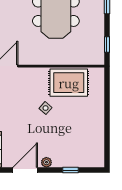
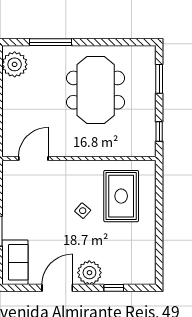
rug: (69, 83) -> (121, 196), moved, turned 90
plant: (46, 162) -> (89, 273), width x1.87, depth x1.87

